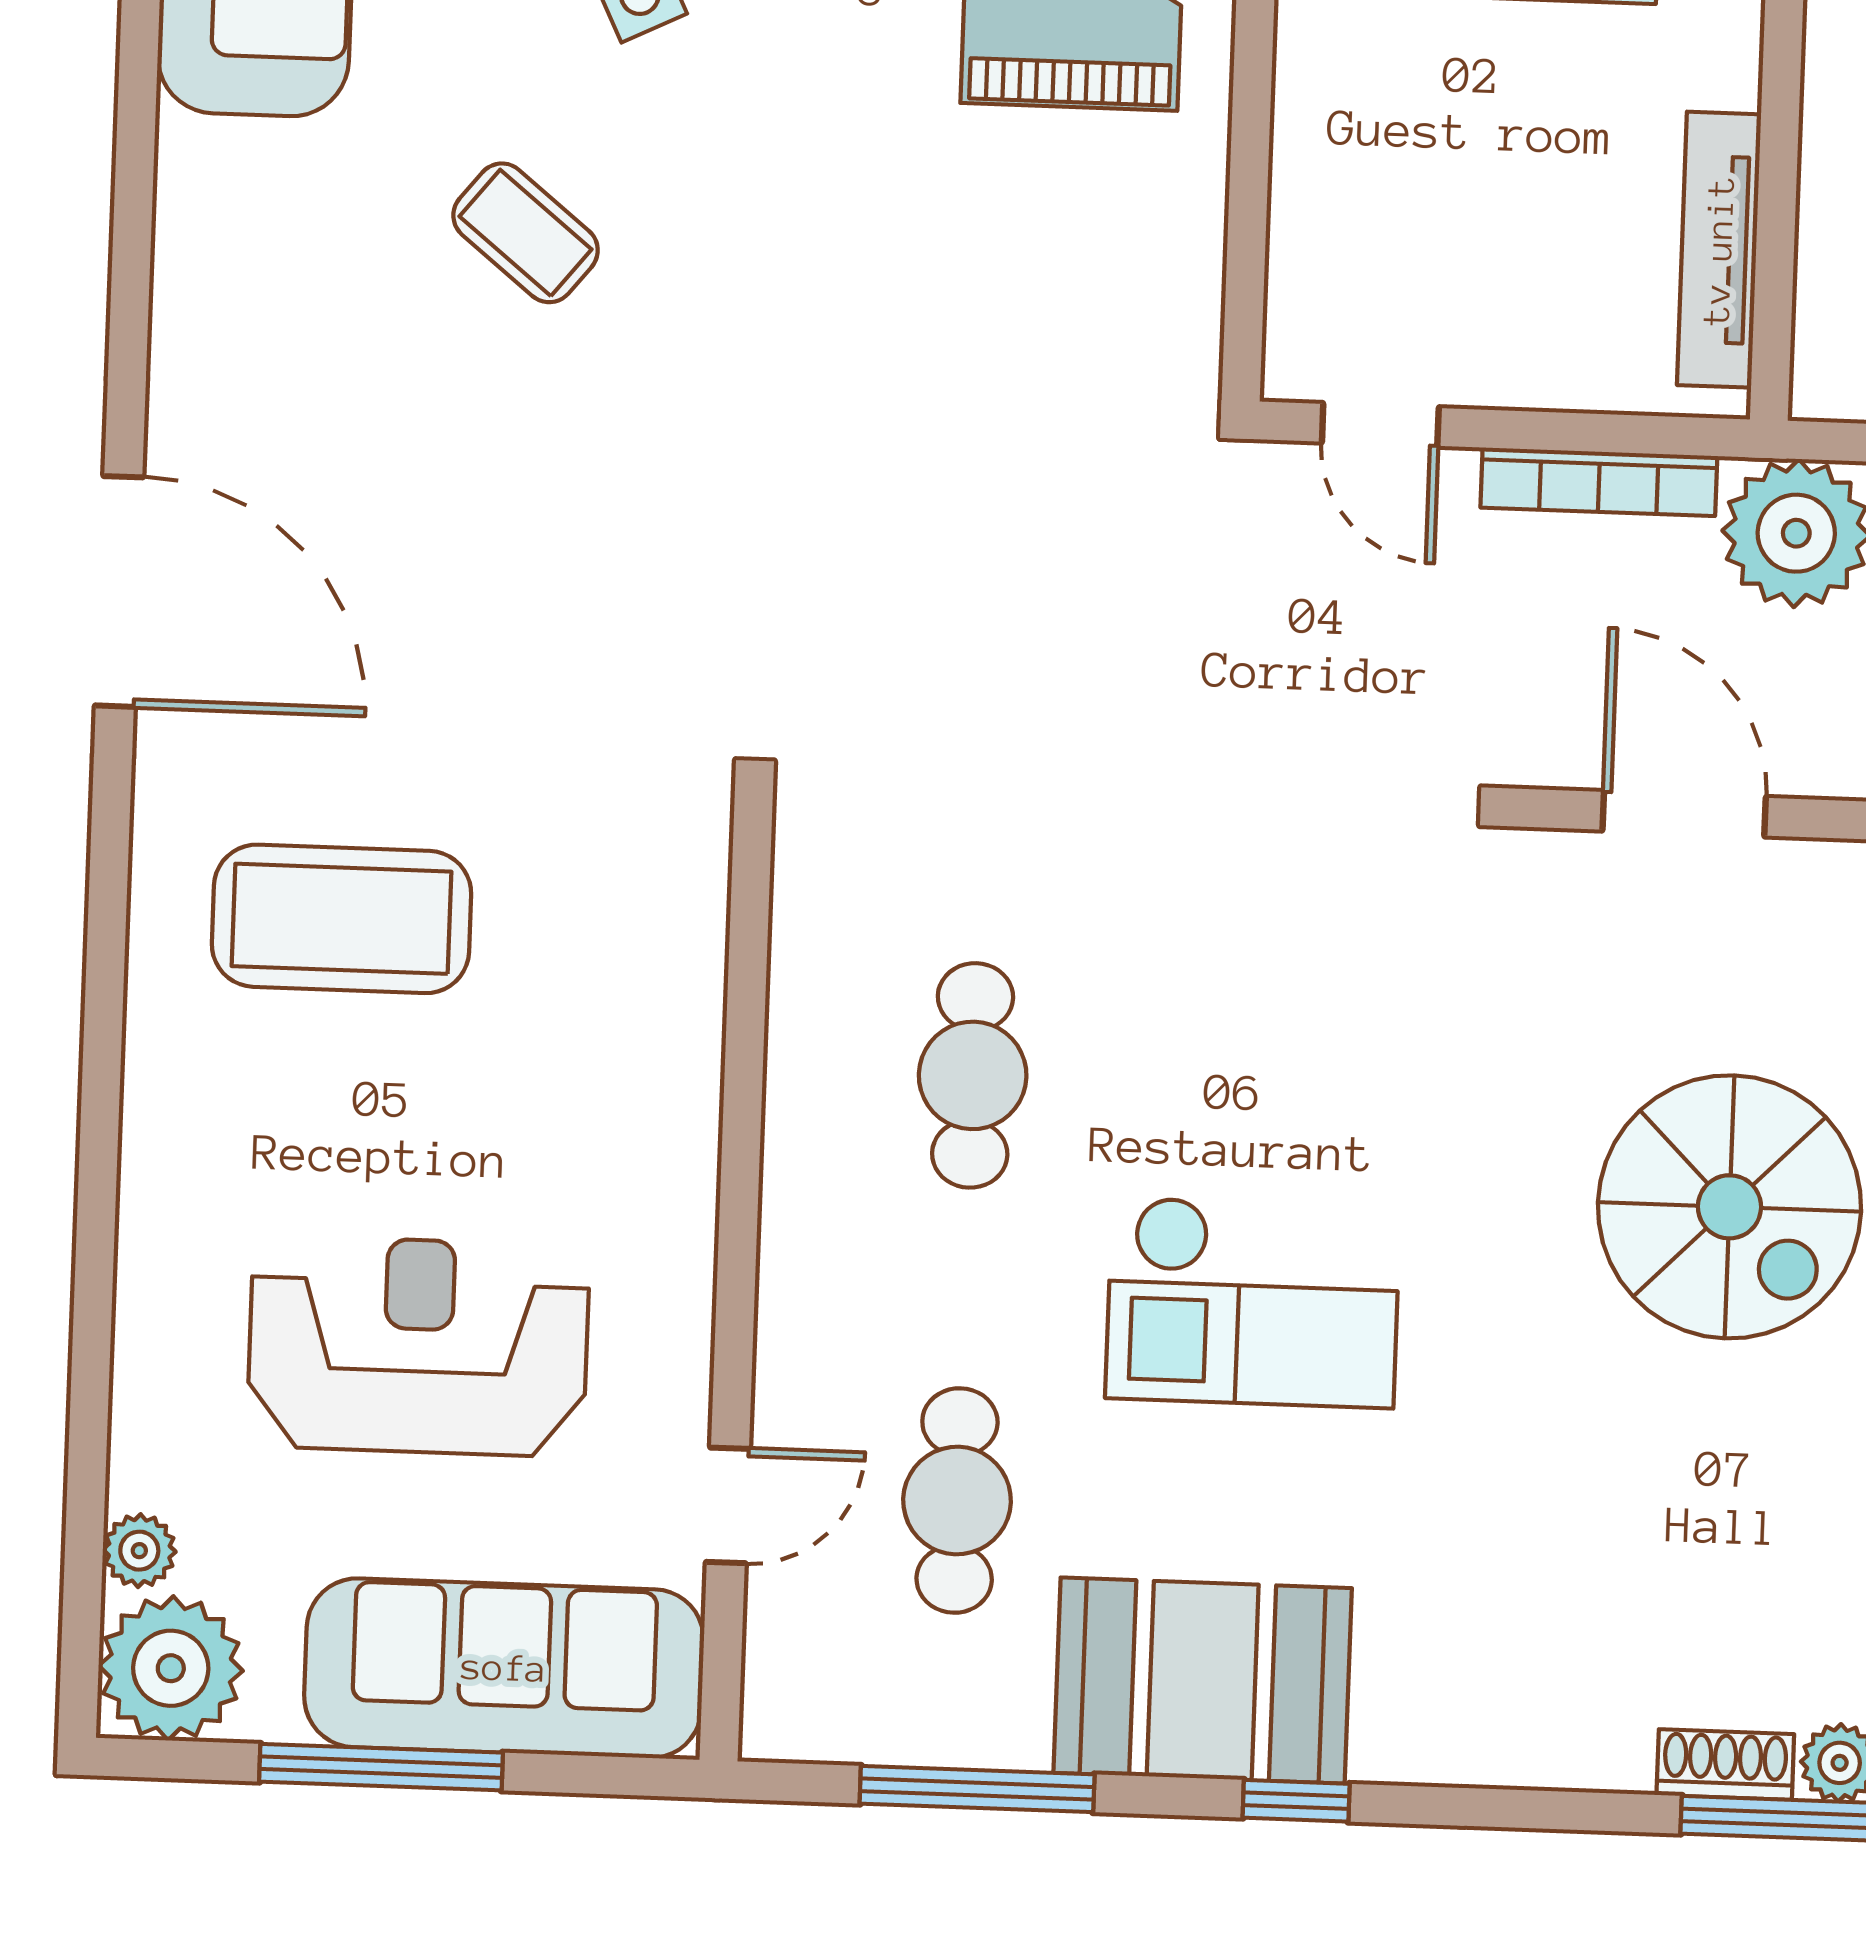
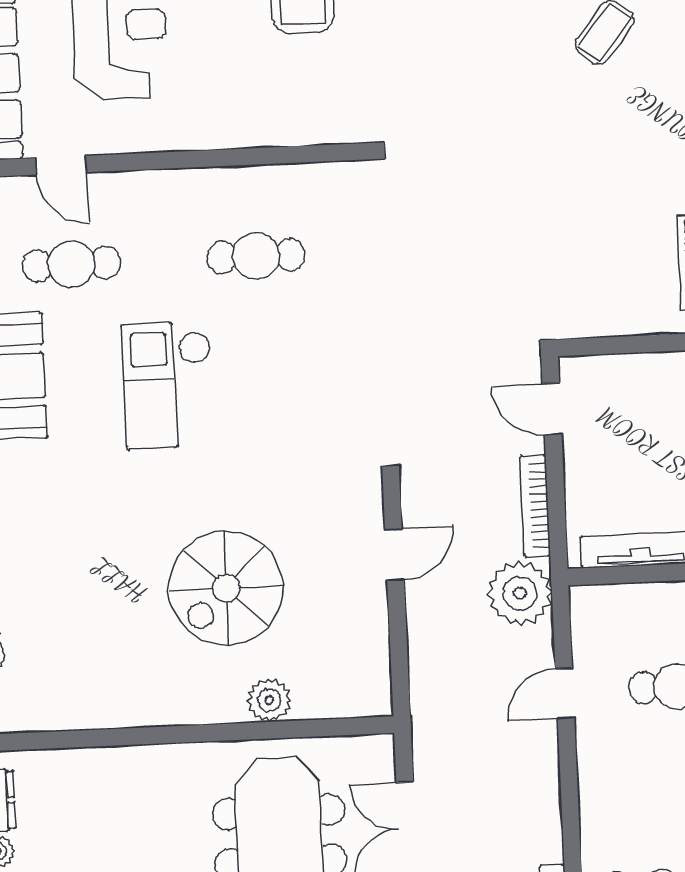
door: (1380, 425) -> (552, 409), hinge flipped
door: (1684, 814) -> (394, 555), width x0.73

